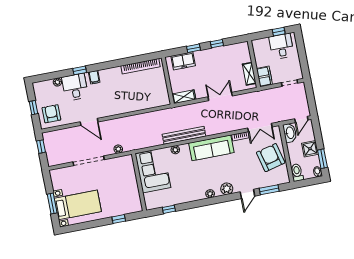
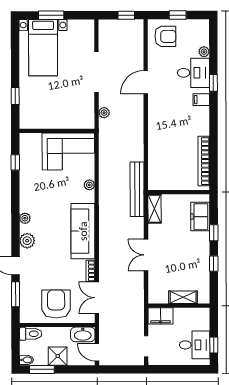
shelving: (249, 74) -> (183, 297), moved
double door: (220, 96) -> (146, 255), swing flipped
bench: (184, 135) -> (137, 189), moved
armchair: (271, 158) -> (56, 304), turned -76

